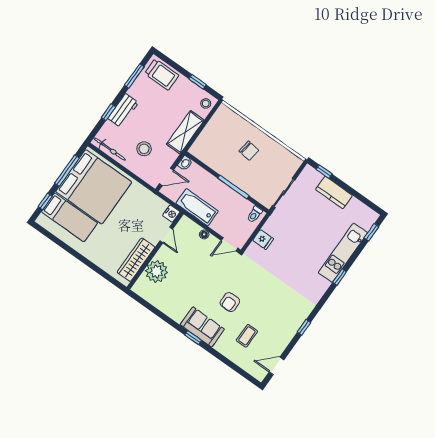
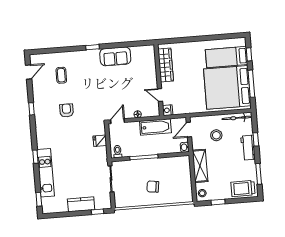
plant: (156, 272) -> (147, 68), removed
armchair: (230, 302) -> (67, 110), moved
sofa: (202, 327) -> (115, 56), moved

